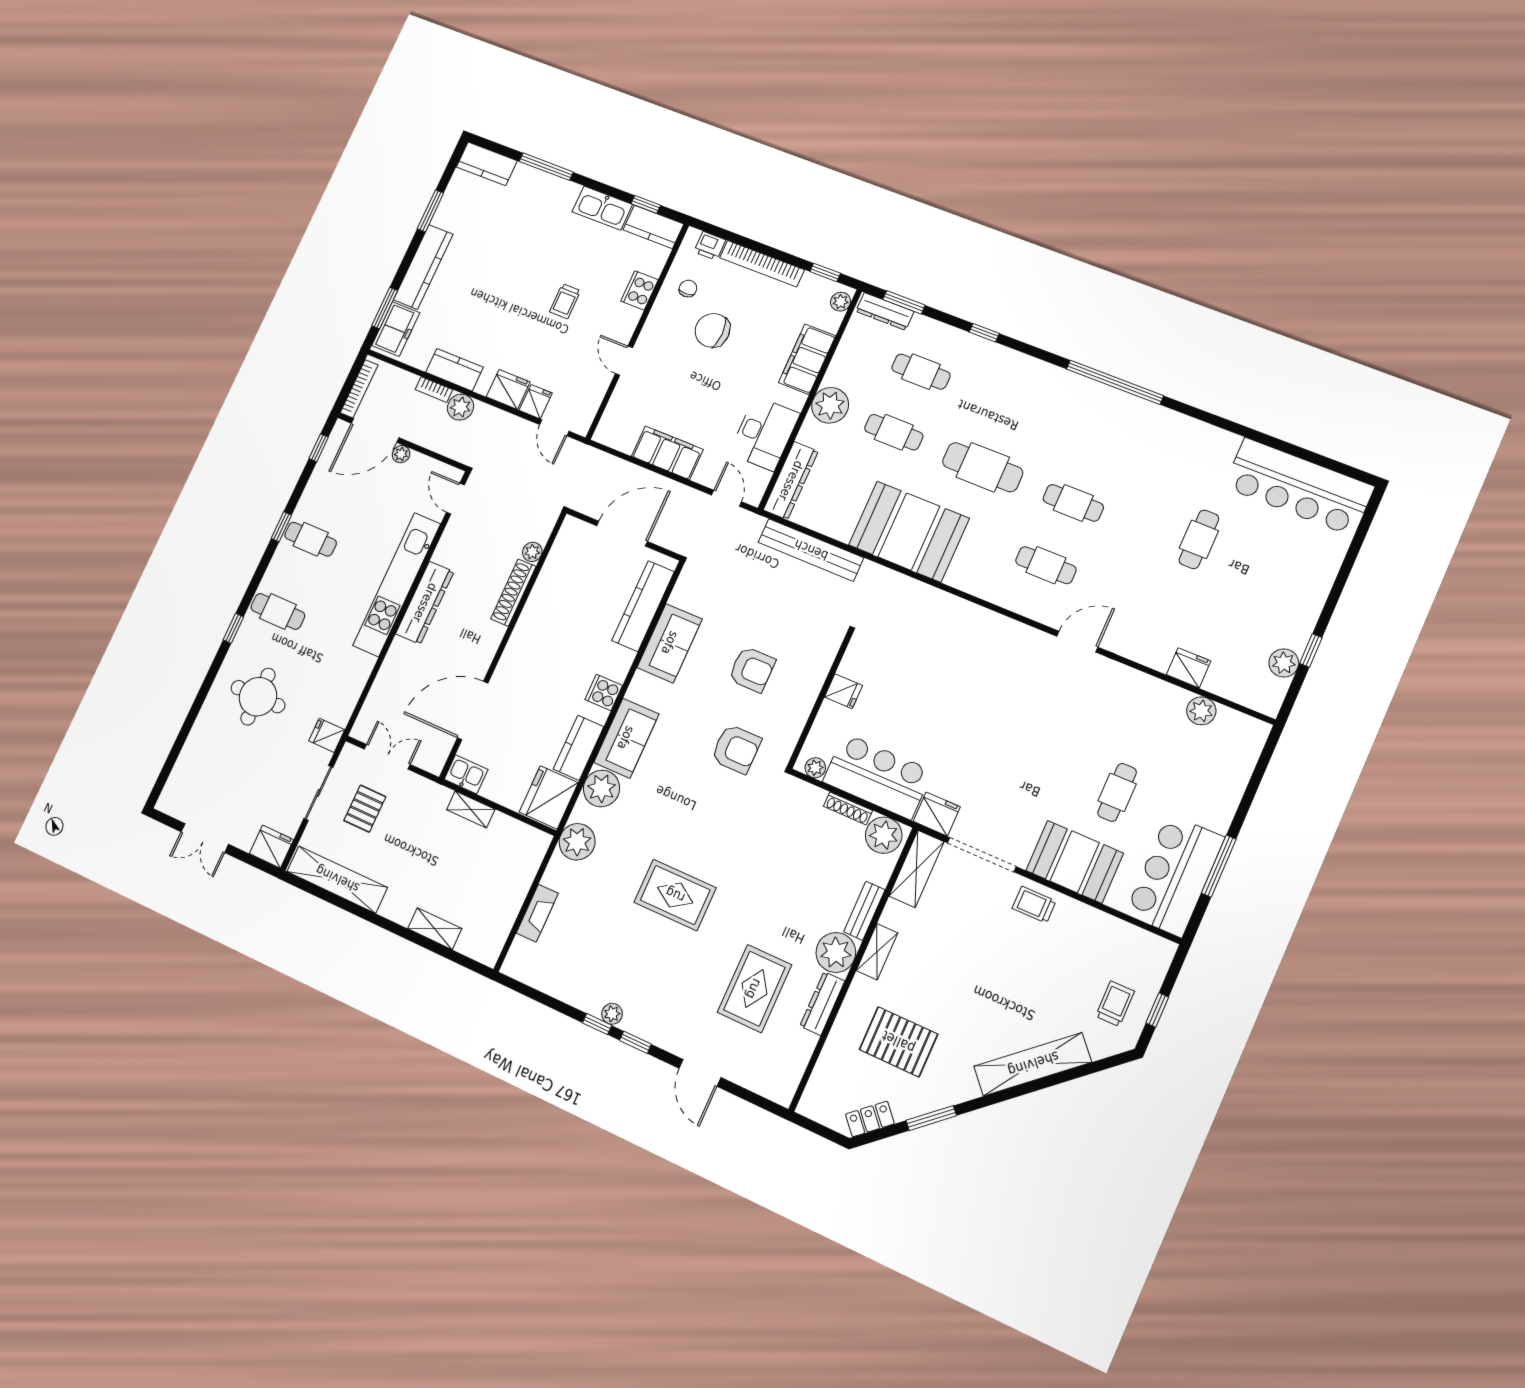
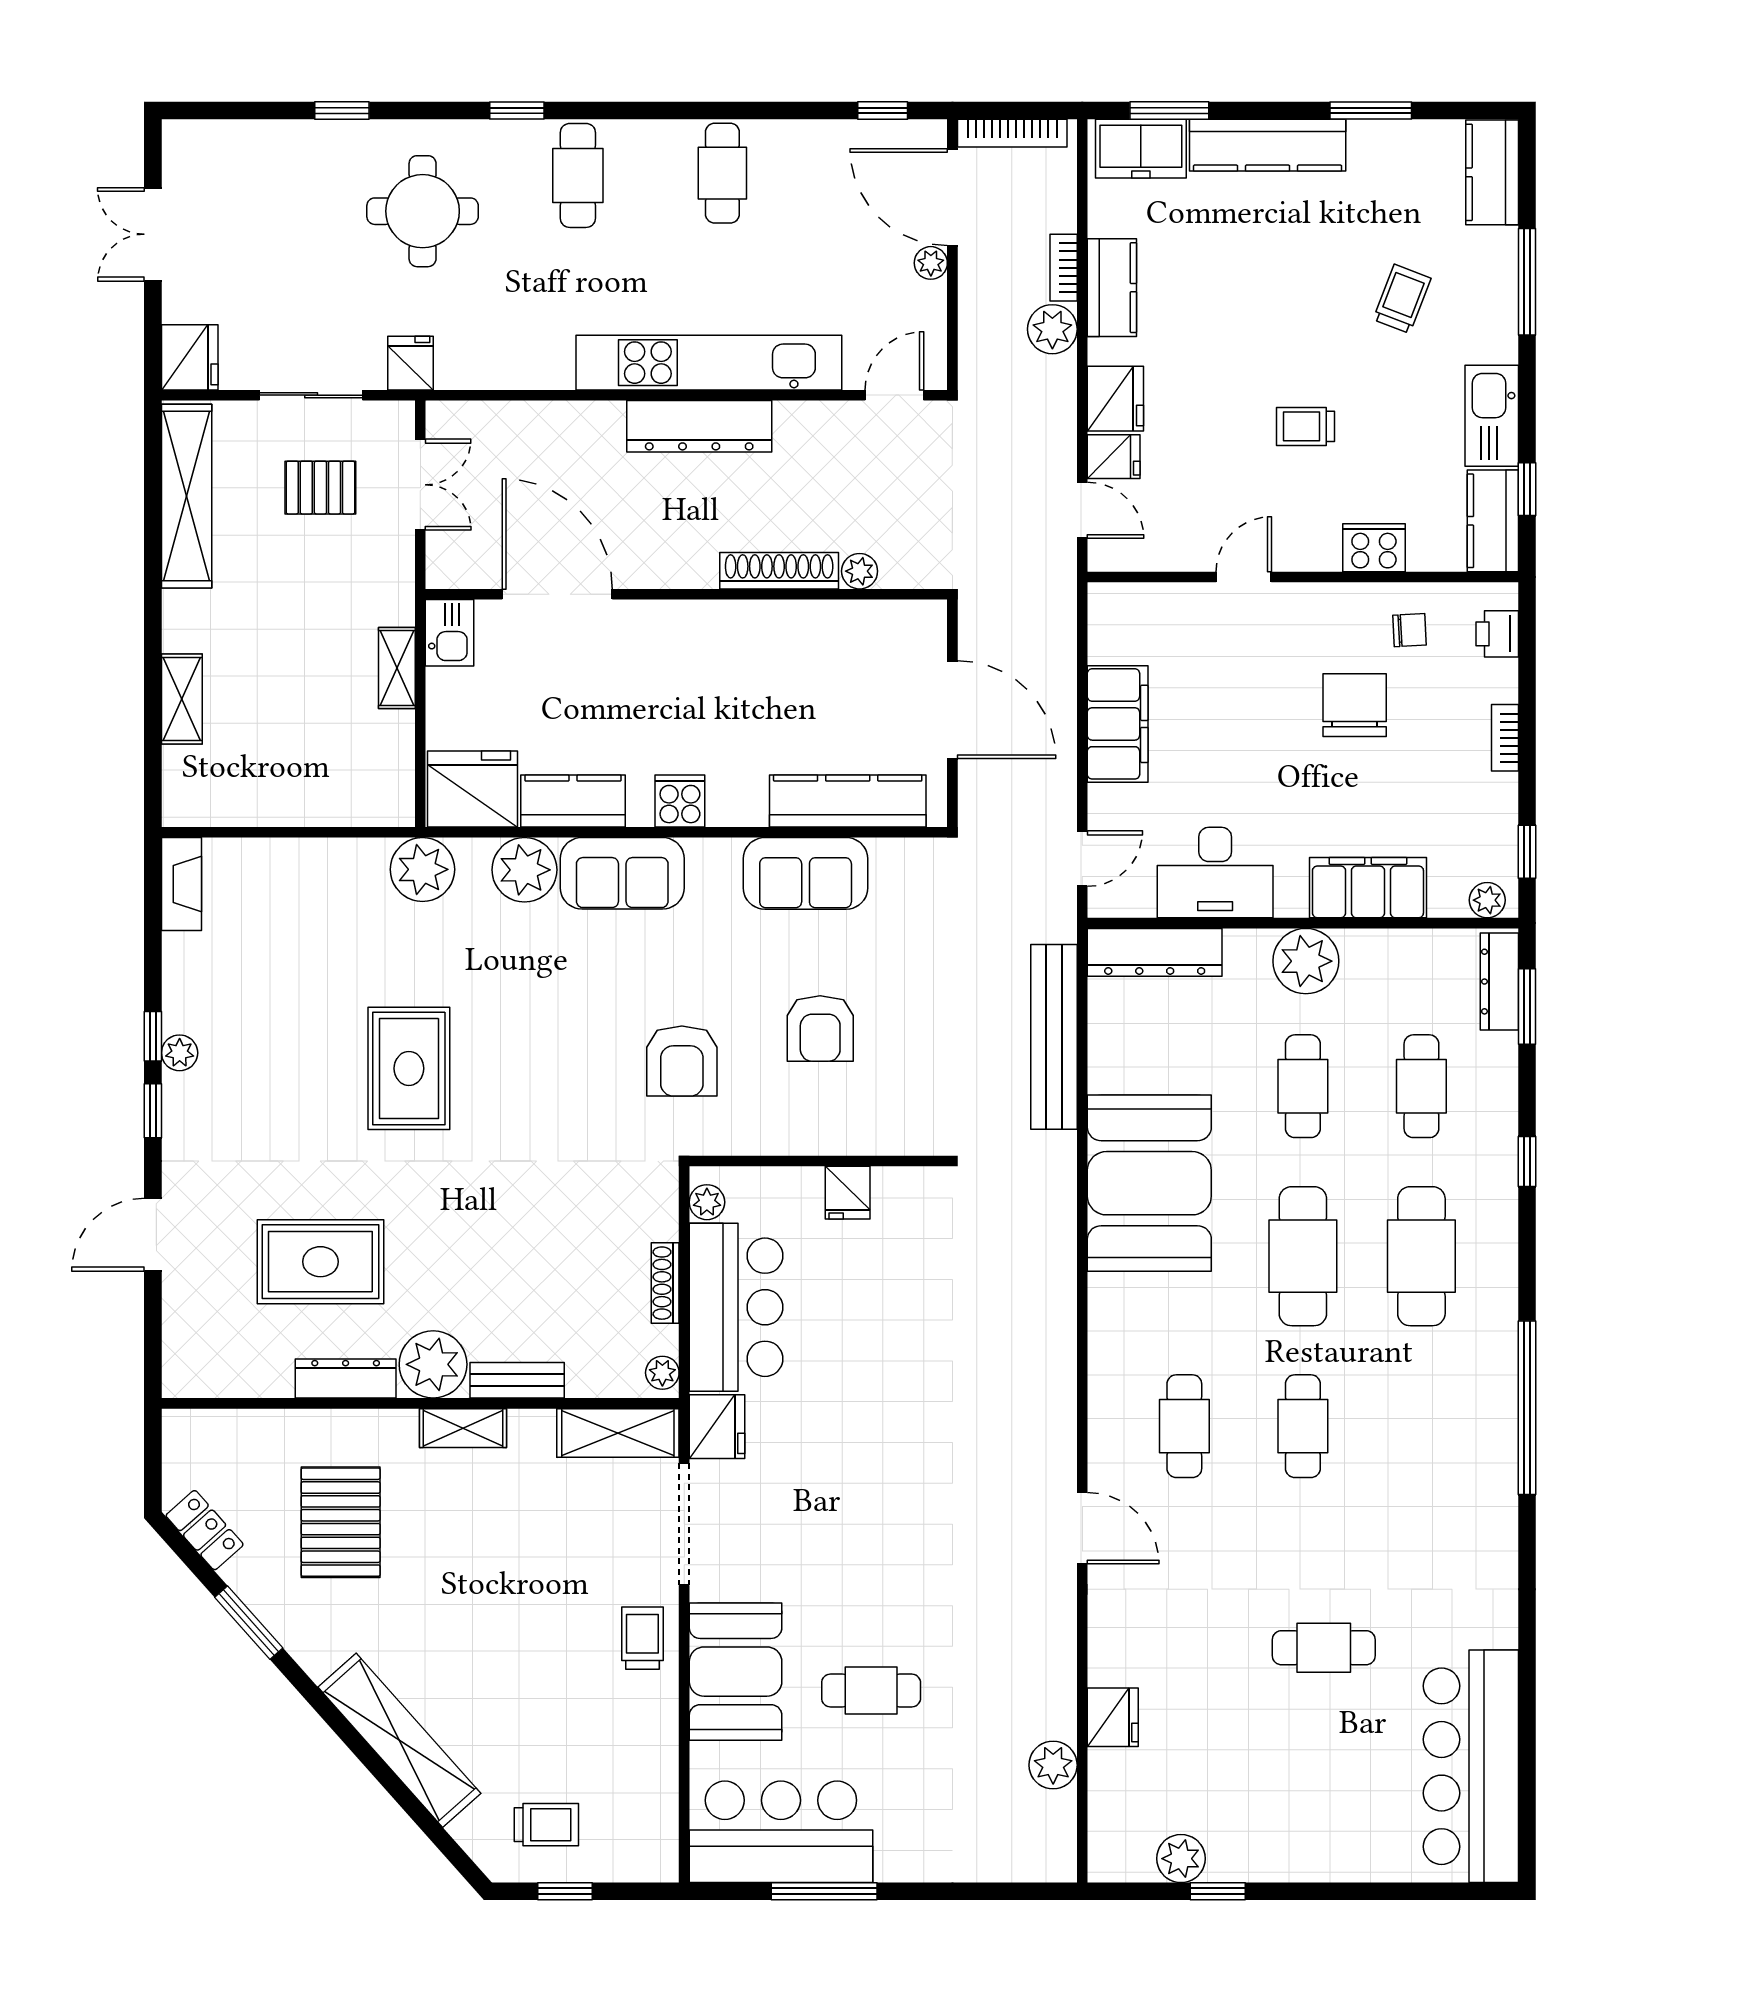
trolley: (526, 230) -> (1402, 299), added
bookcase: (762, 264) -> (1505, 738), width x0.43, depth x0.76
cafe table: (1010, 406) -> (1421, 1256), added
door: (554, 428) -> (1082, 510), swing flipped
window: (281, 527) -> (342, 111), moved
plant: (884, 835) -> (662, 1373), width x0.53, depth x0.53
fireplace: (537, 913) -> (181, 884), moved, turned -90

